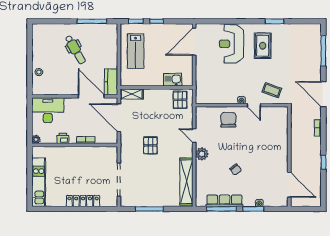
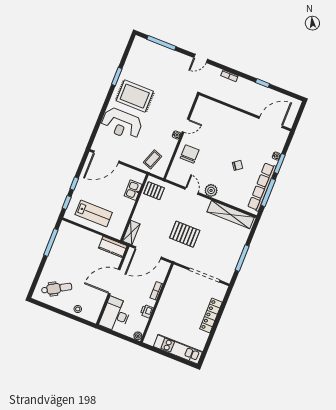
door: (194, 42) -> (106, 157), hinge flipped
rug: (263, 46) -> (135, 96), width x1.36, depth x1.43
dental chair: (75, 50) -> (57, 288), moved
coffee table: (272, 90) -> (152, 159), moved
door: (323, 94) -> (201, 58), width x0.53
door: (91, 96) -> (114, 282), moved
chair: (228, 120) -> (190, 154), turned 90
door: (194, 136) -> (192, 191), swing flipped
pallet: (150, 145) -> (185, 234), width x1.50, depth x1.42
row of seats: (224, 201) -> (262, 187), width x1.36

